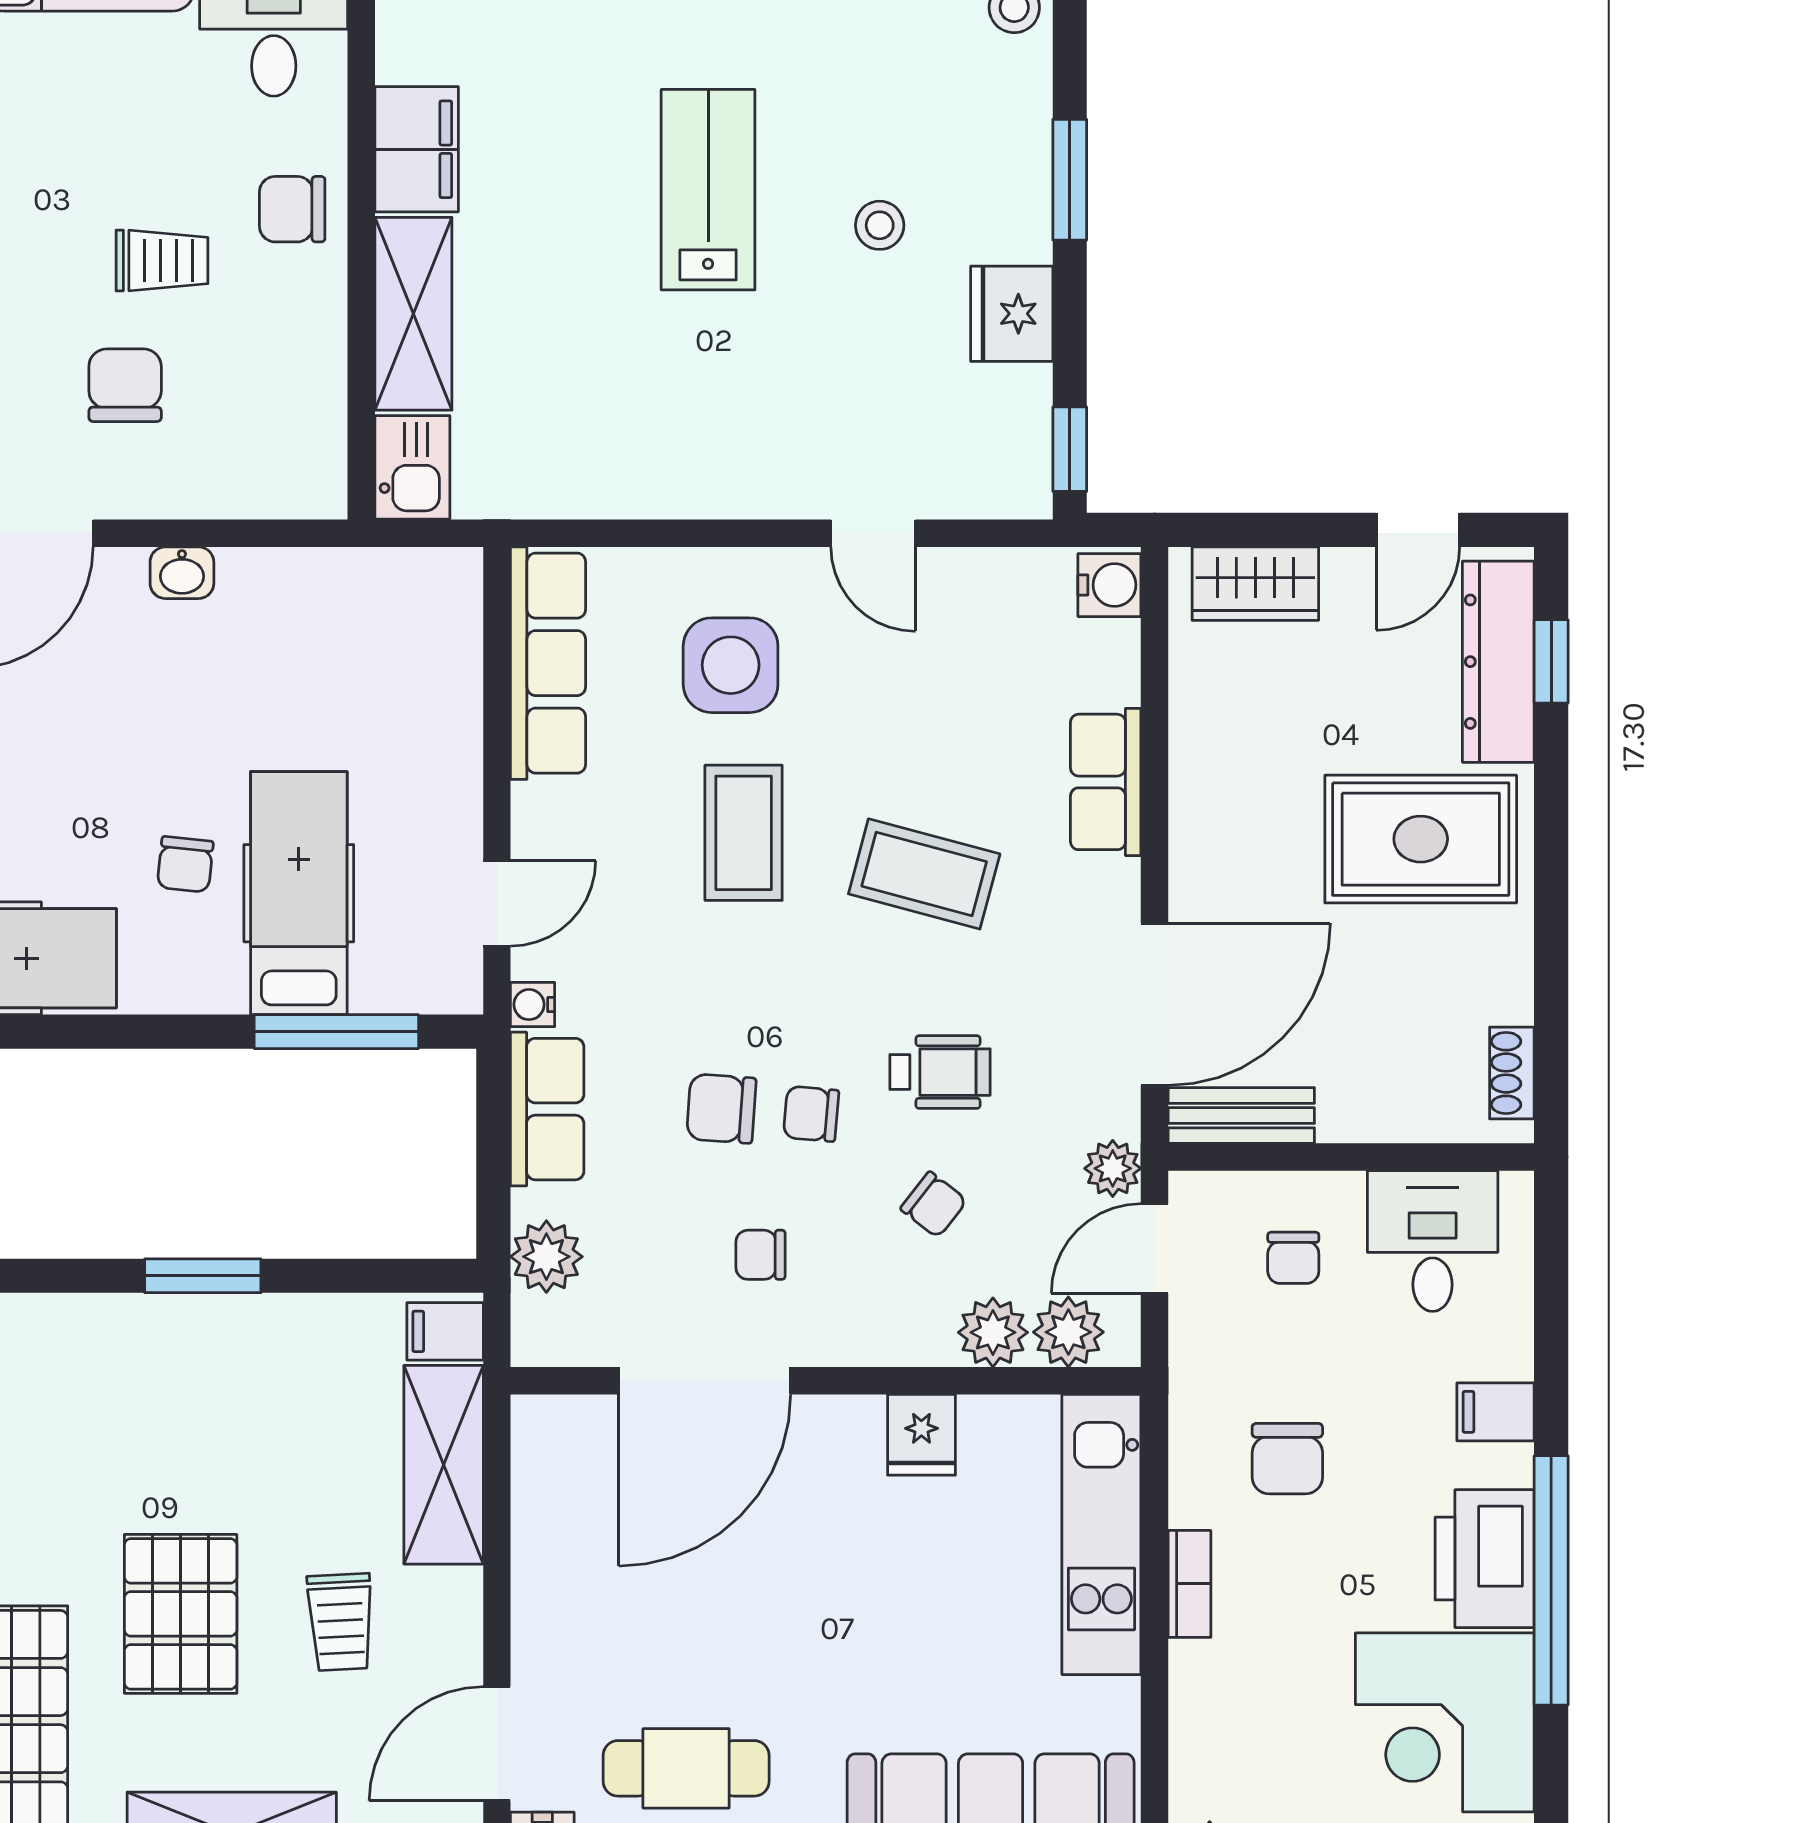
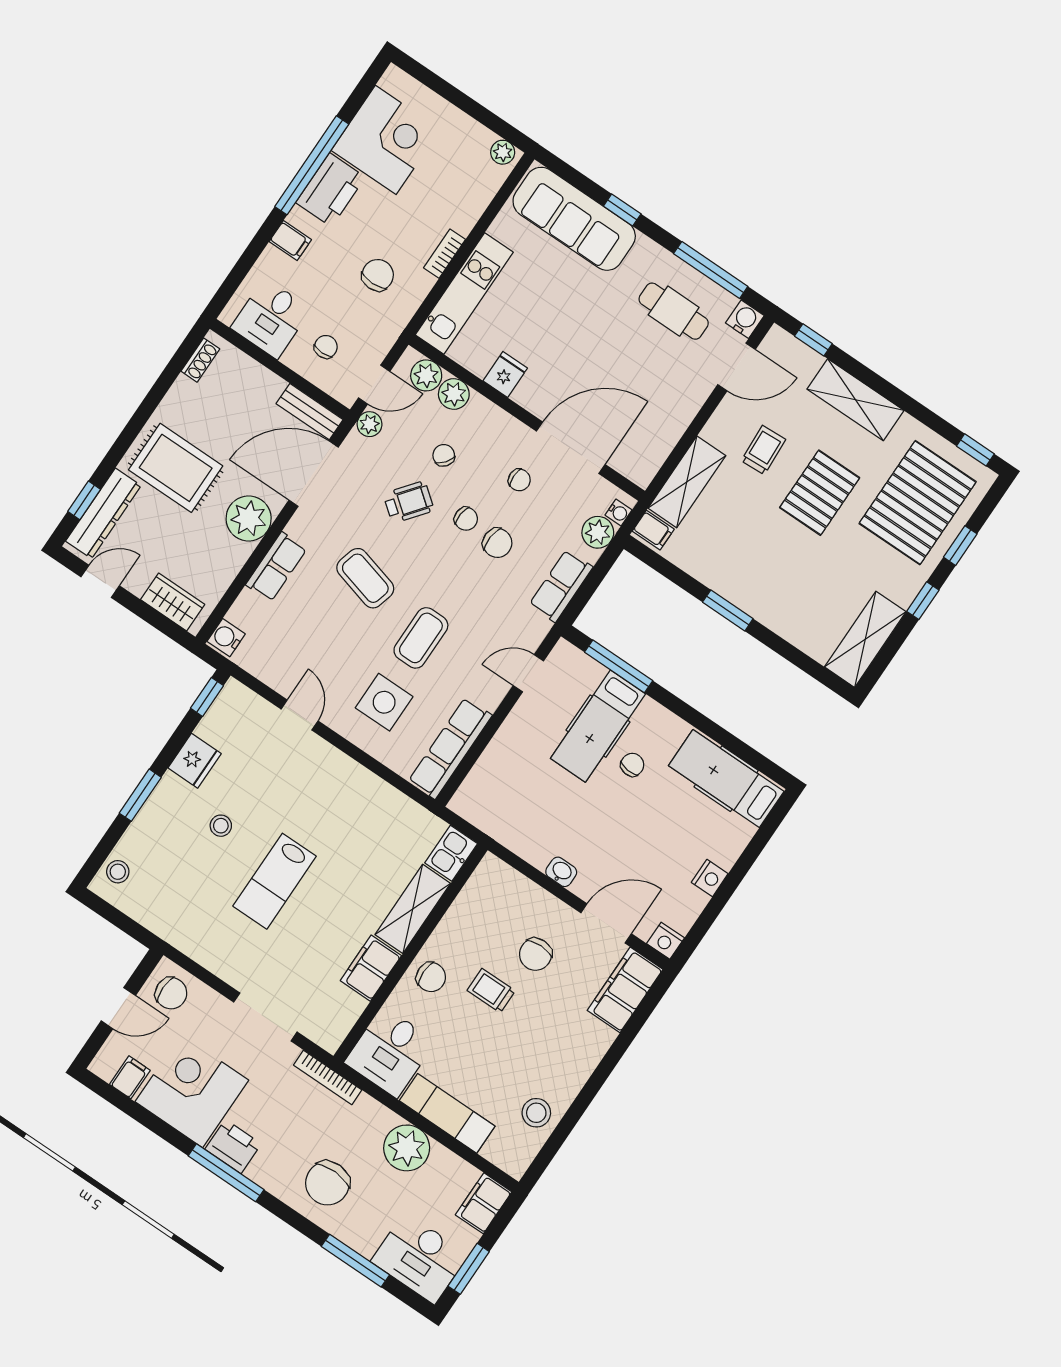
plant: (1219, 837) -> (249, 518), added
water cooler: (533, 1005) -> (619, 513), moved
wheelchair: (940, 1072) -> (409, 502), turned 128

